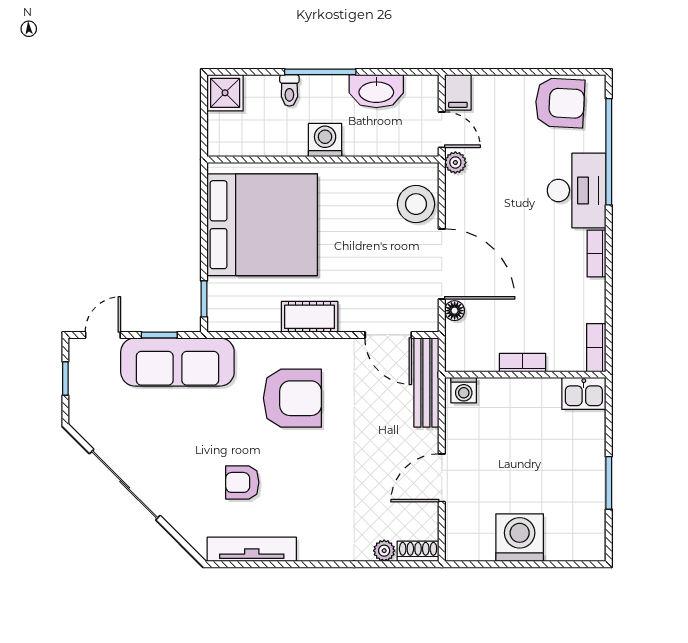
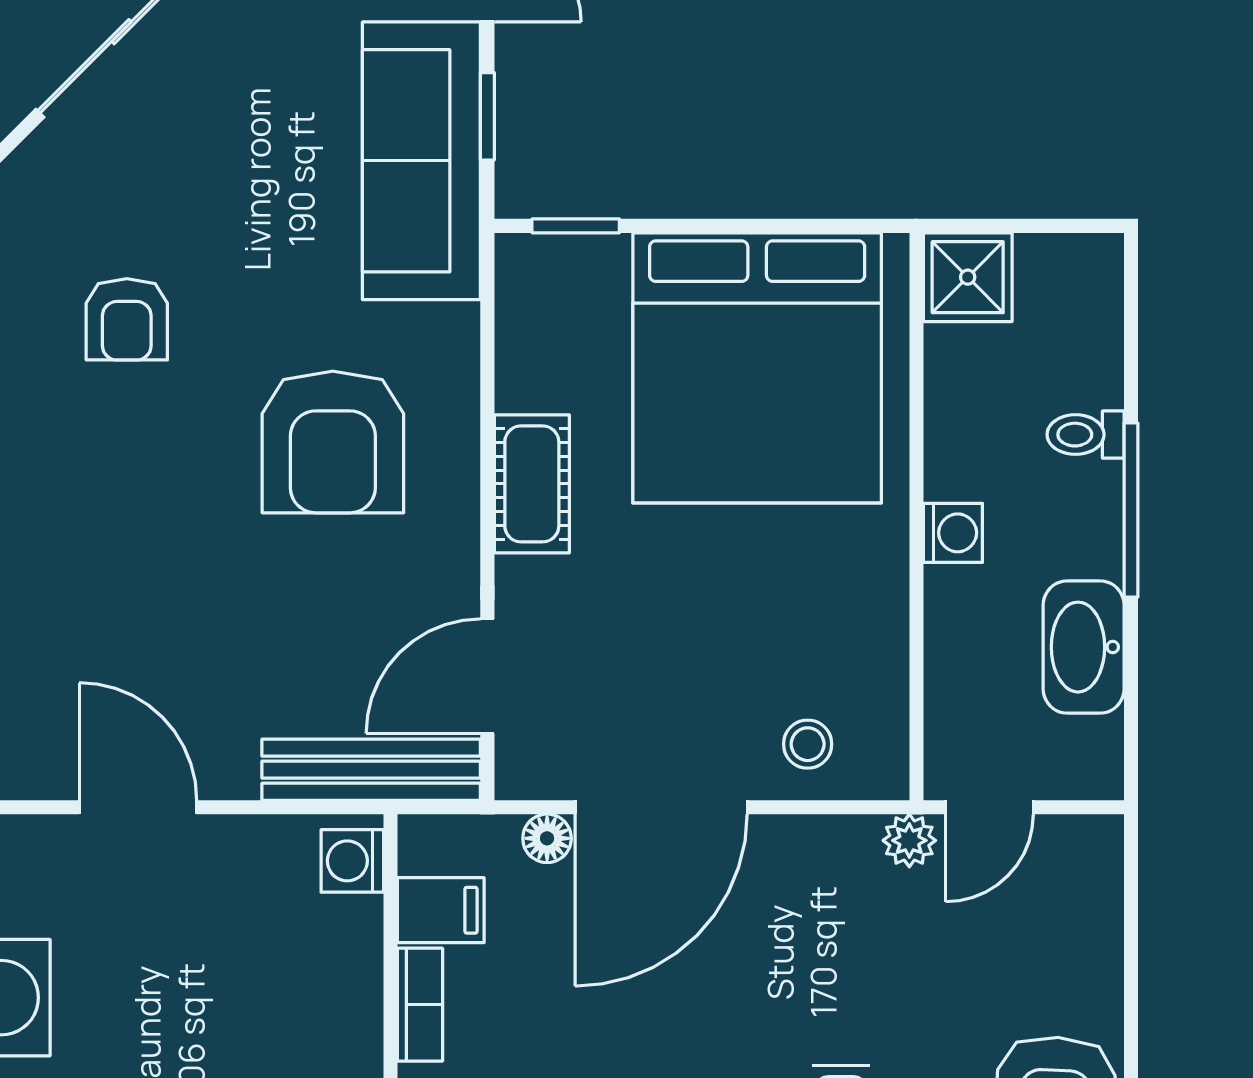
filing cabinet: (458, 92) -> (441, 910), moved, turned 180
shower: (225, 93) -> (968, 277), moved
washing machine: (325, 140) -> (953, 533), width x0.73, depth x0.73
stool: (416, 204) -> (808, 744), width x0.53, depth x0.53
armchair: (242, 482) -> (127, 319), turned 180

